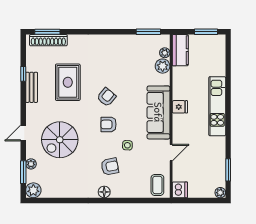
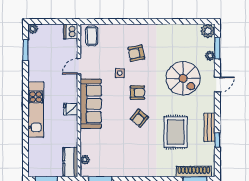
plant: (163, 66) -> (87, 147), removed
spiral stairs: (60, 140) -> (183, 78), turned 90
floor lamp: (104, 192) -> (142, 29), removed

